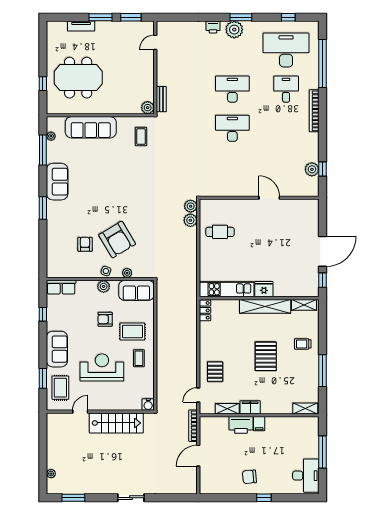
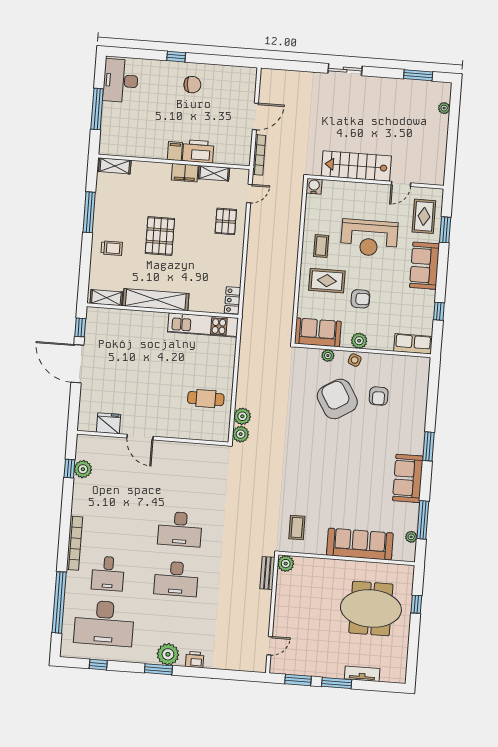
door: (323, 251) -> (77, 364), hinge flipped
fridge: (264, 289) -> (109, 423), moved, turned 180

